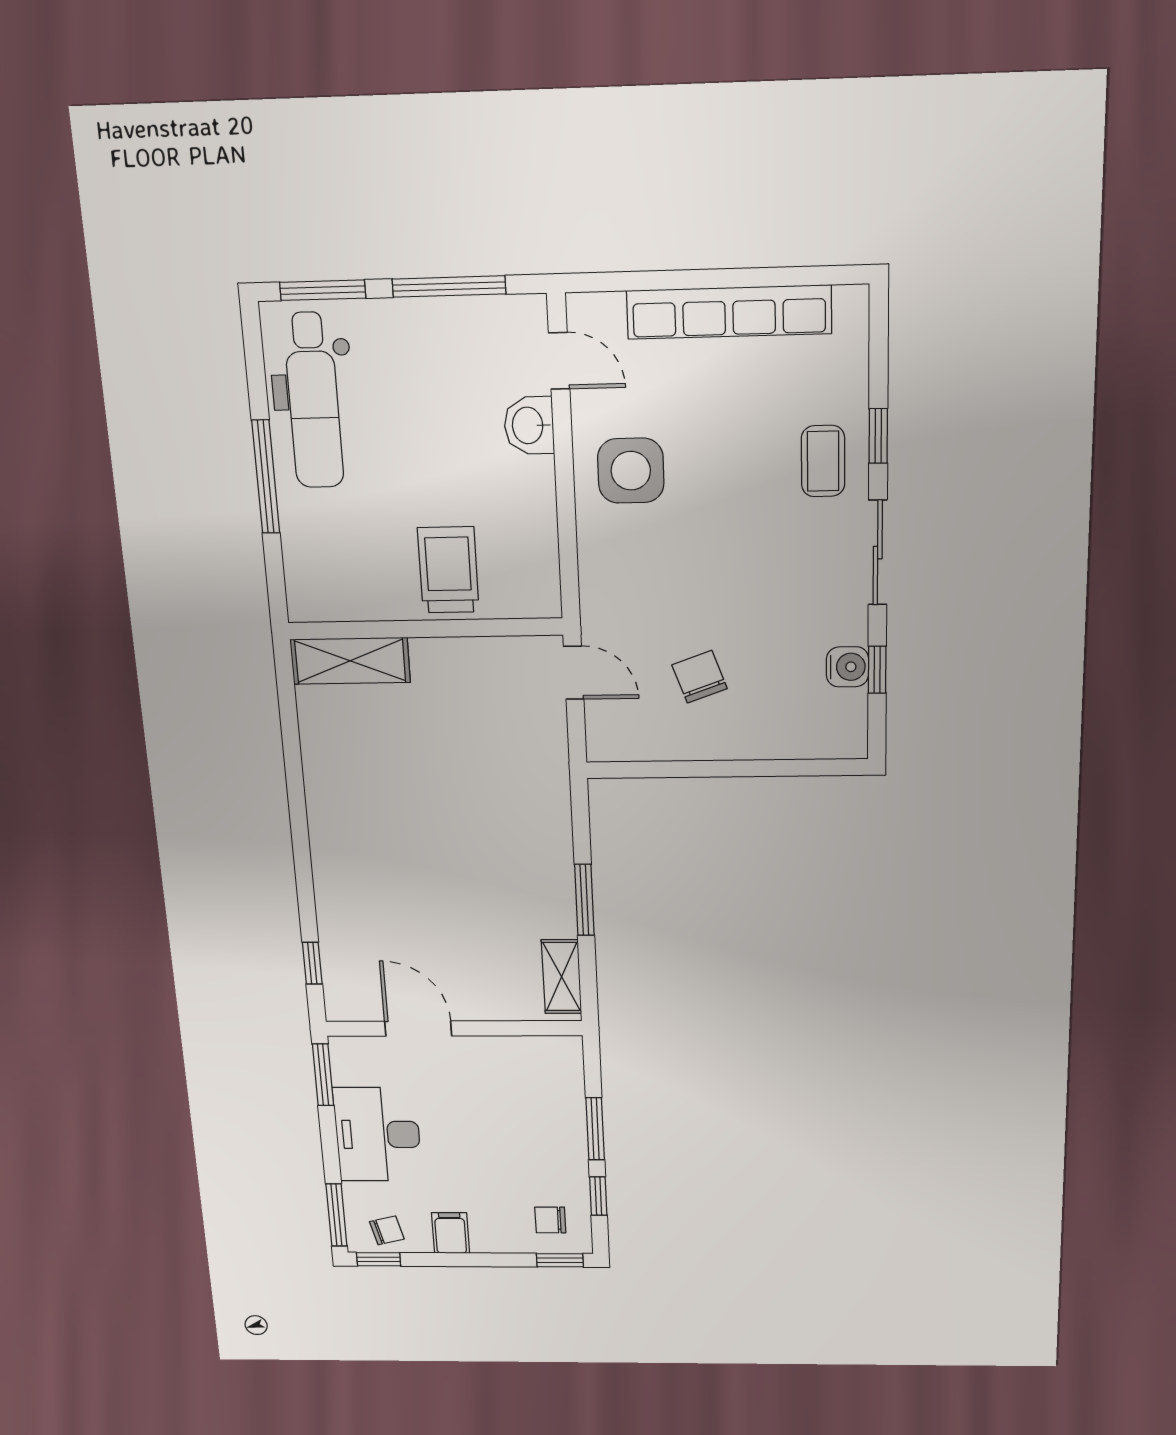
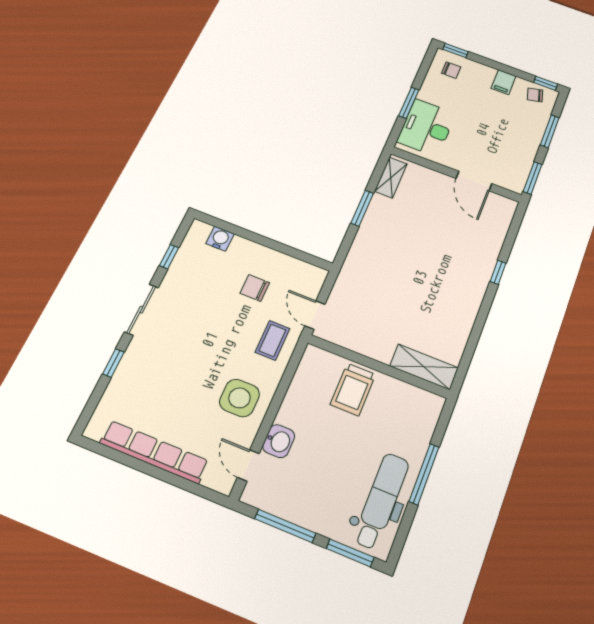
coffee table: (823, 461) -> (272, 340), moved
water cooler: (847, 667) -> (220, 239), moved, turned 90
chair: (700, 677) -> (255, 288), turned 110
window: (312, 963) -> (498, 272), moved
desk: (378, 1134) -> (426, 128), moved, turned 180
window: (598, 1196) -> (422, 72), removed
window: (336, 1215) -> (550, 131), moved

